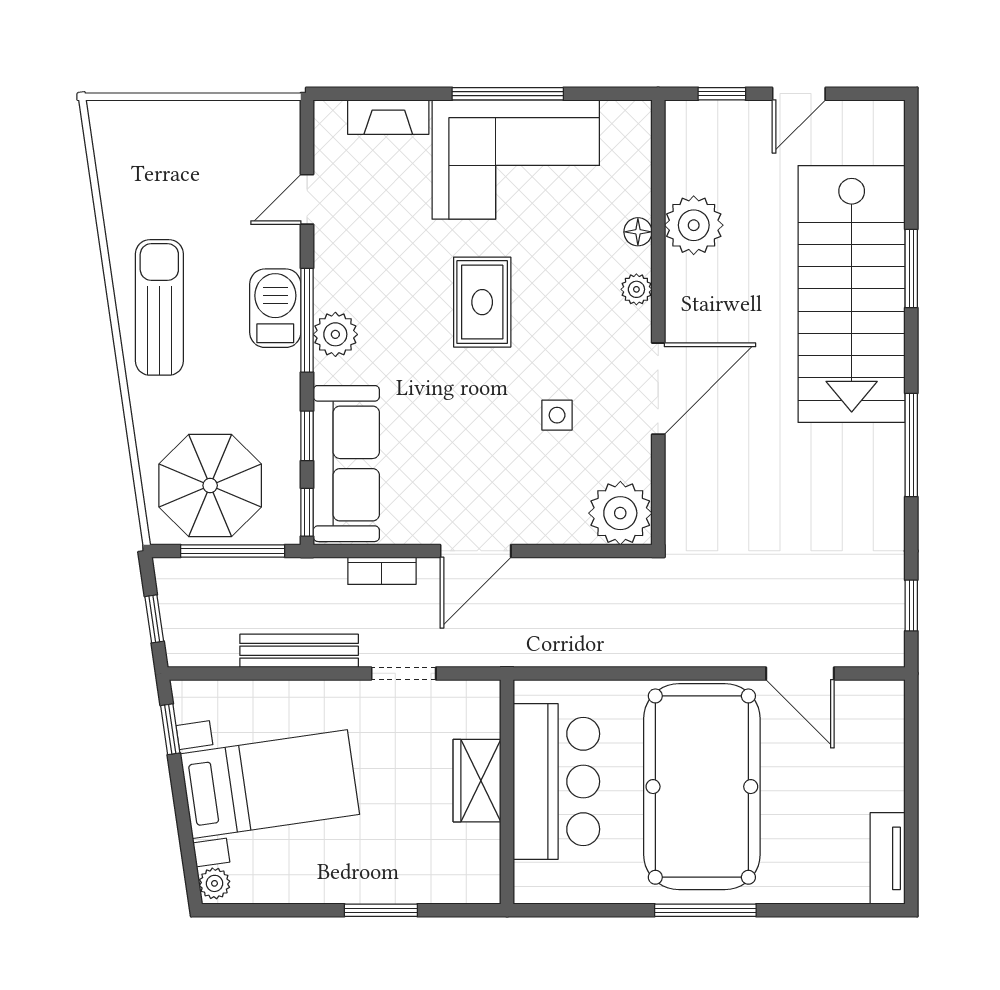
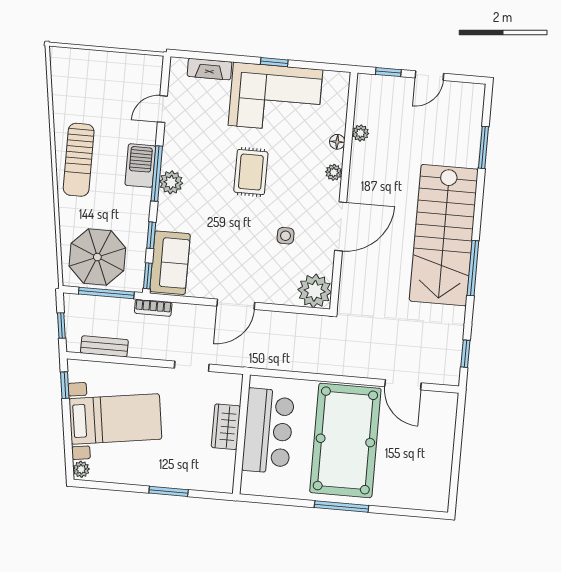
window: (508, 94) -> (274, 62), width x0.46
plant: (694, 225) -> (361, 133), width x0.53, depth x0.53
window: (911, 269) -> (483, 147), moved
stairs: (852, 294) -> (444, 235), moved
sun lounger: (159, 307) -> (79, 160), turned 180
sofa: (346, 464) -> (170, 263), width x0.73
bookcase: (382, 571) -> (153, 308), moved
bench: (299, 651) -> (104, 346), moved, width x0.73
tv unit: (888, 858) -> (441, 487), removed

